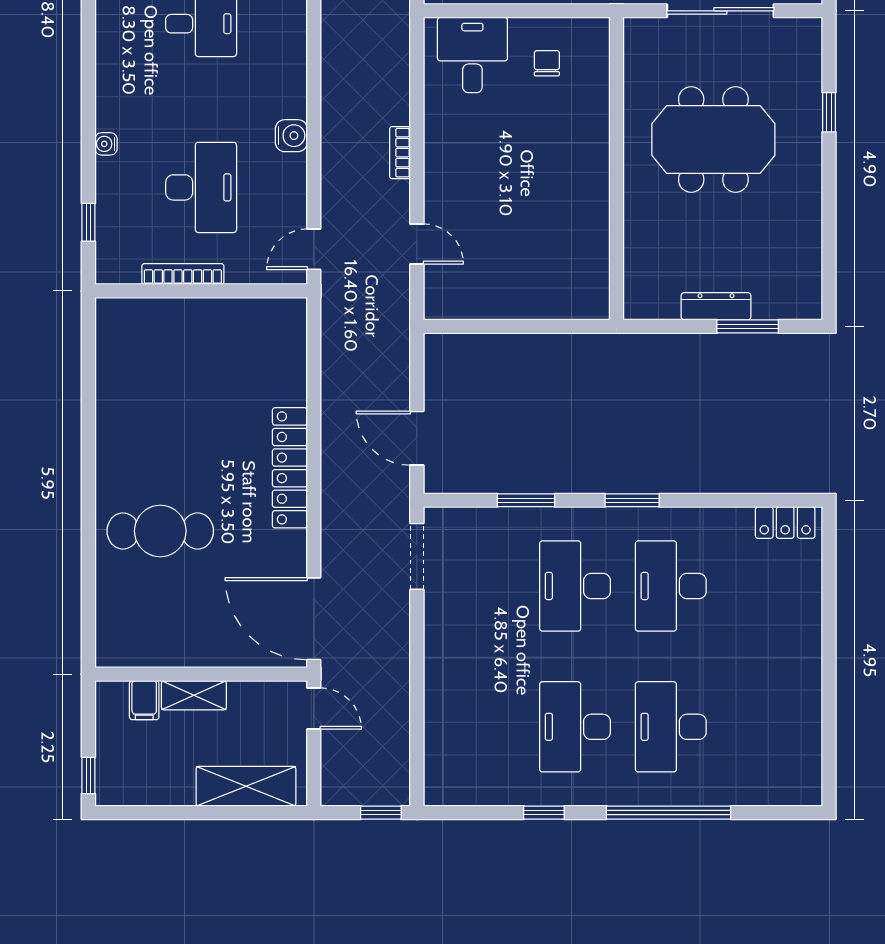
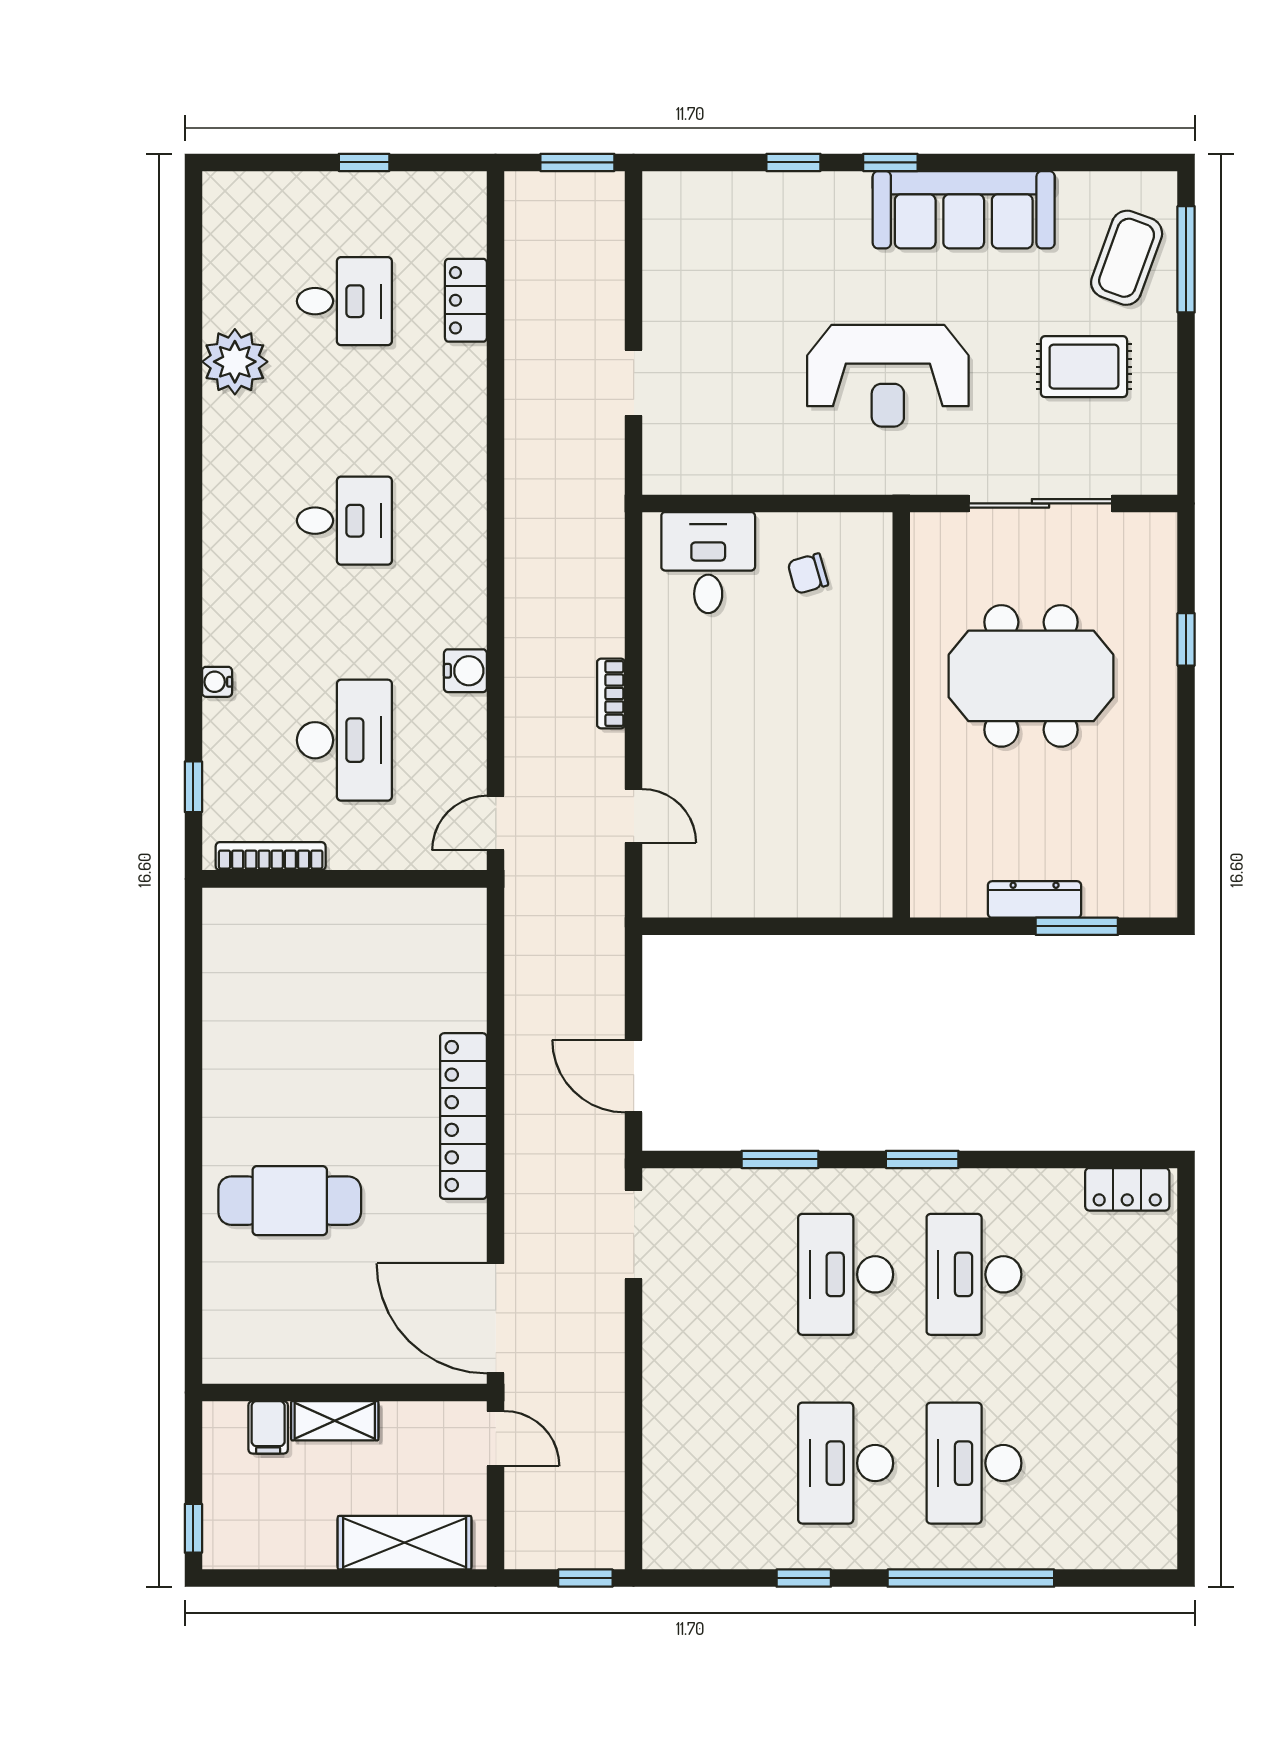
chair: (547, 63) -> (808, 574), turned -106
bookcase: (183, 274) -> (271, 856), moved

